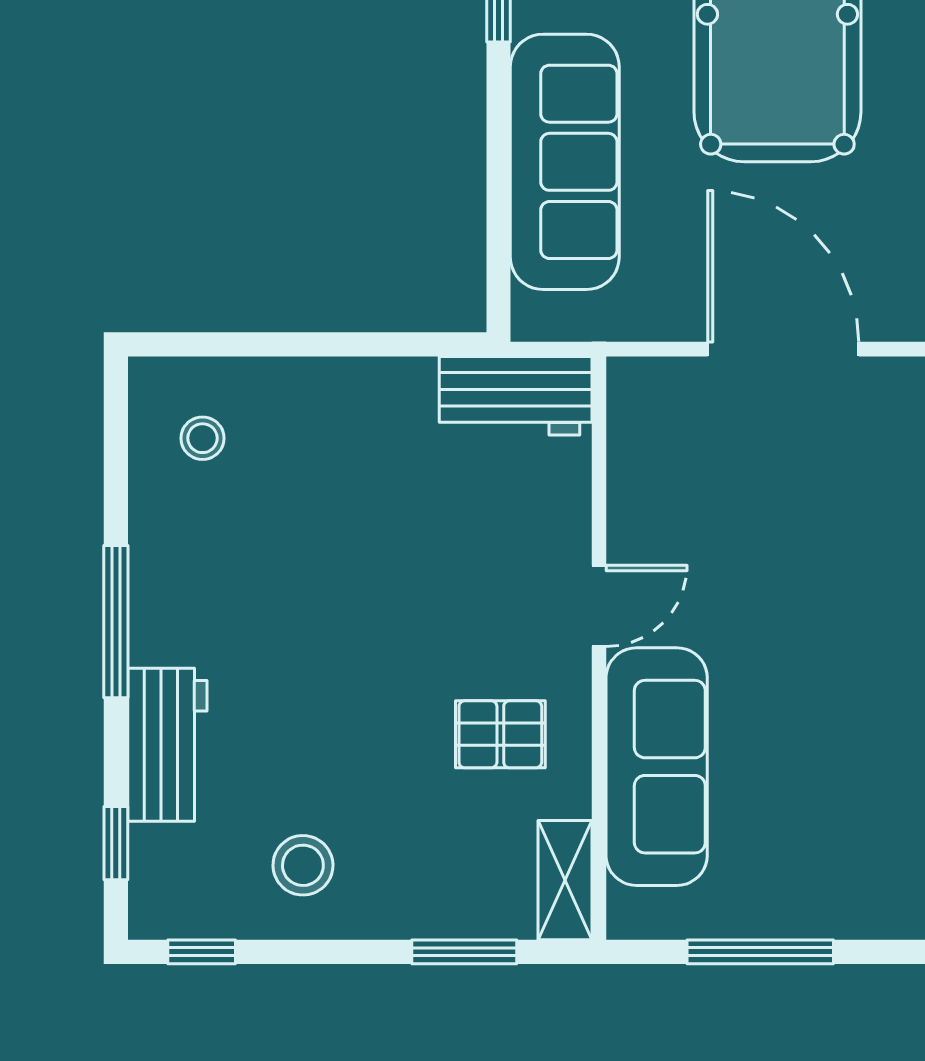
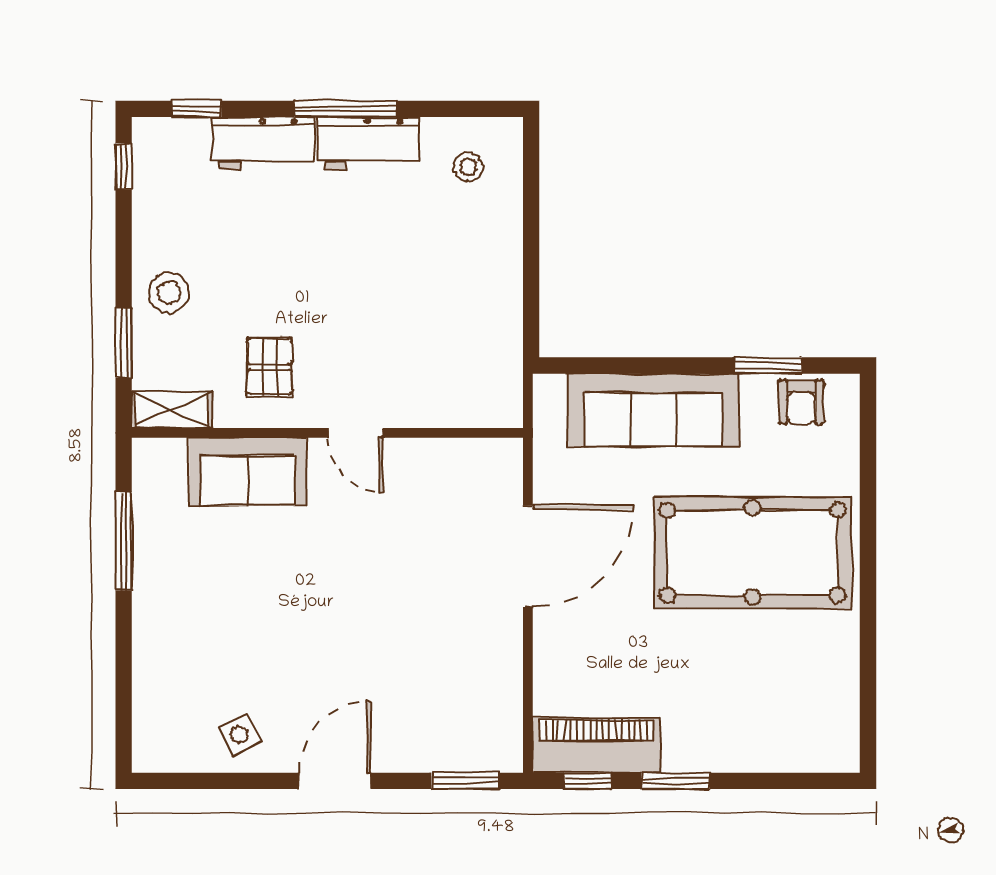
workbench: (516, 396) -> (368, 143), moved, turned -90
sofa: (657, 767) -> (248, 472), width x0.73
stool: (303, 865) -> (169, 293), moved

